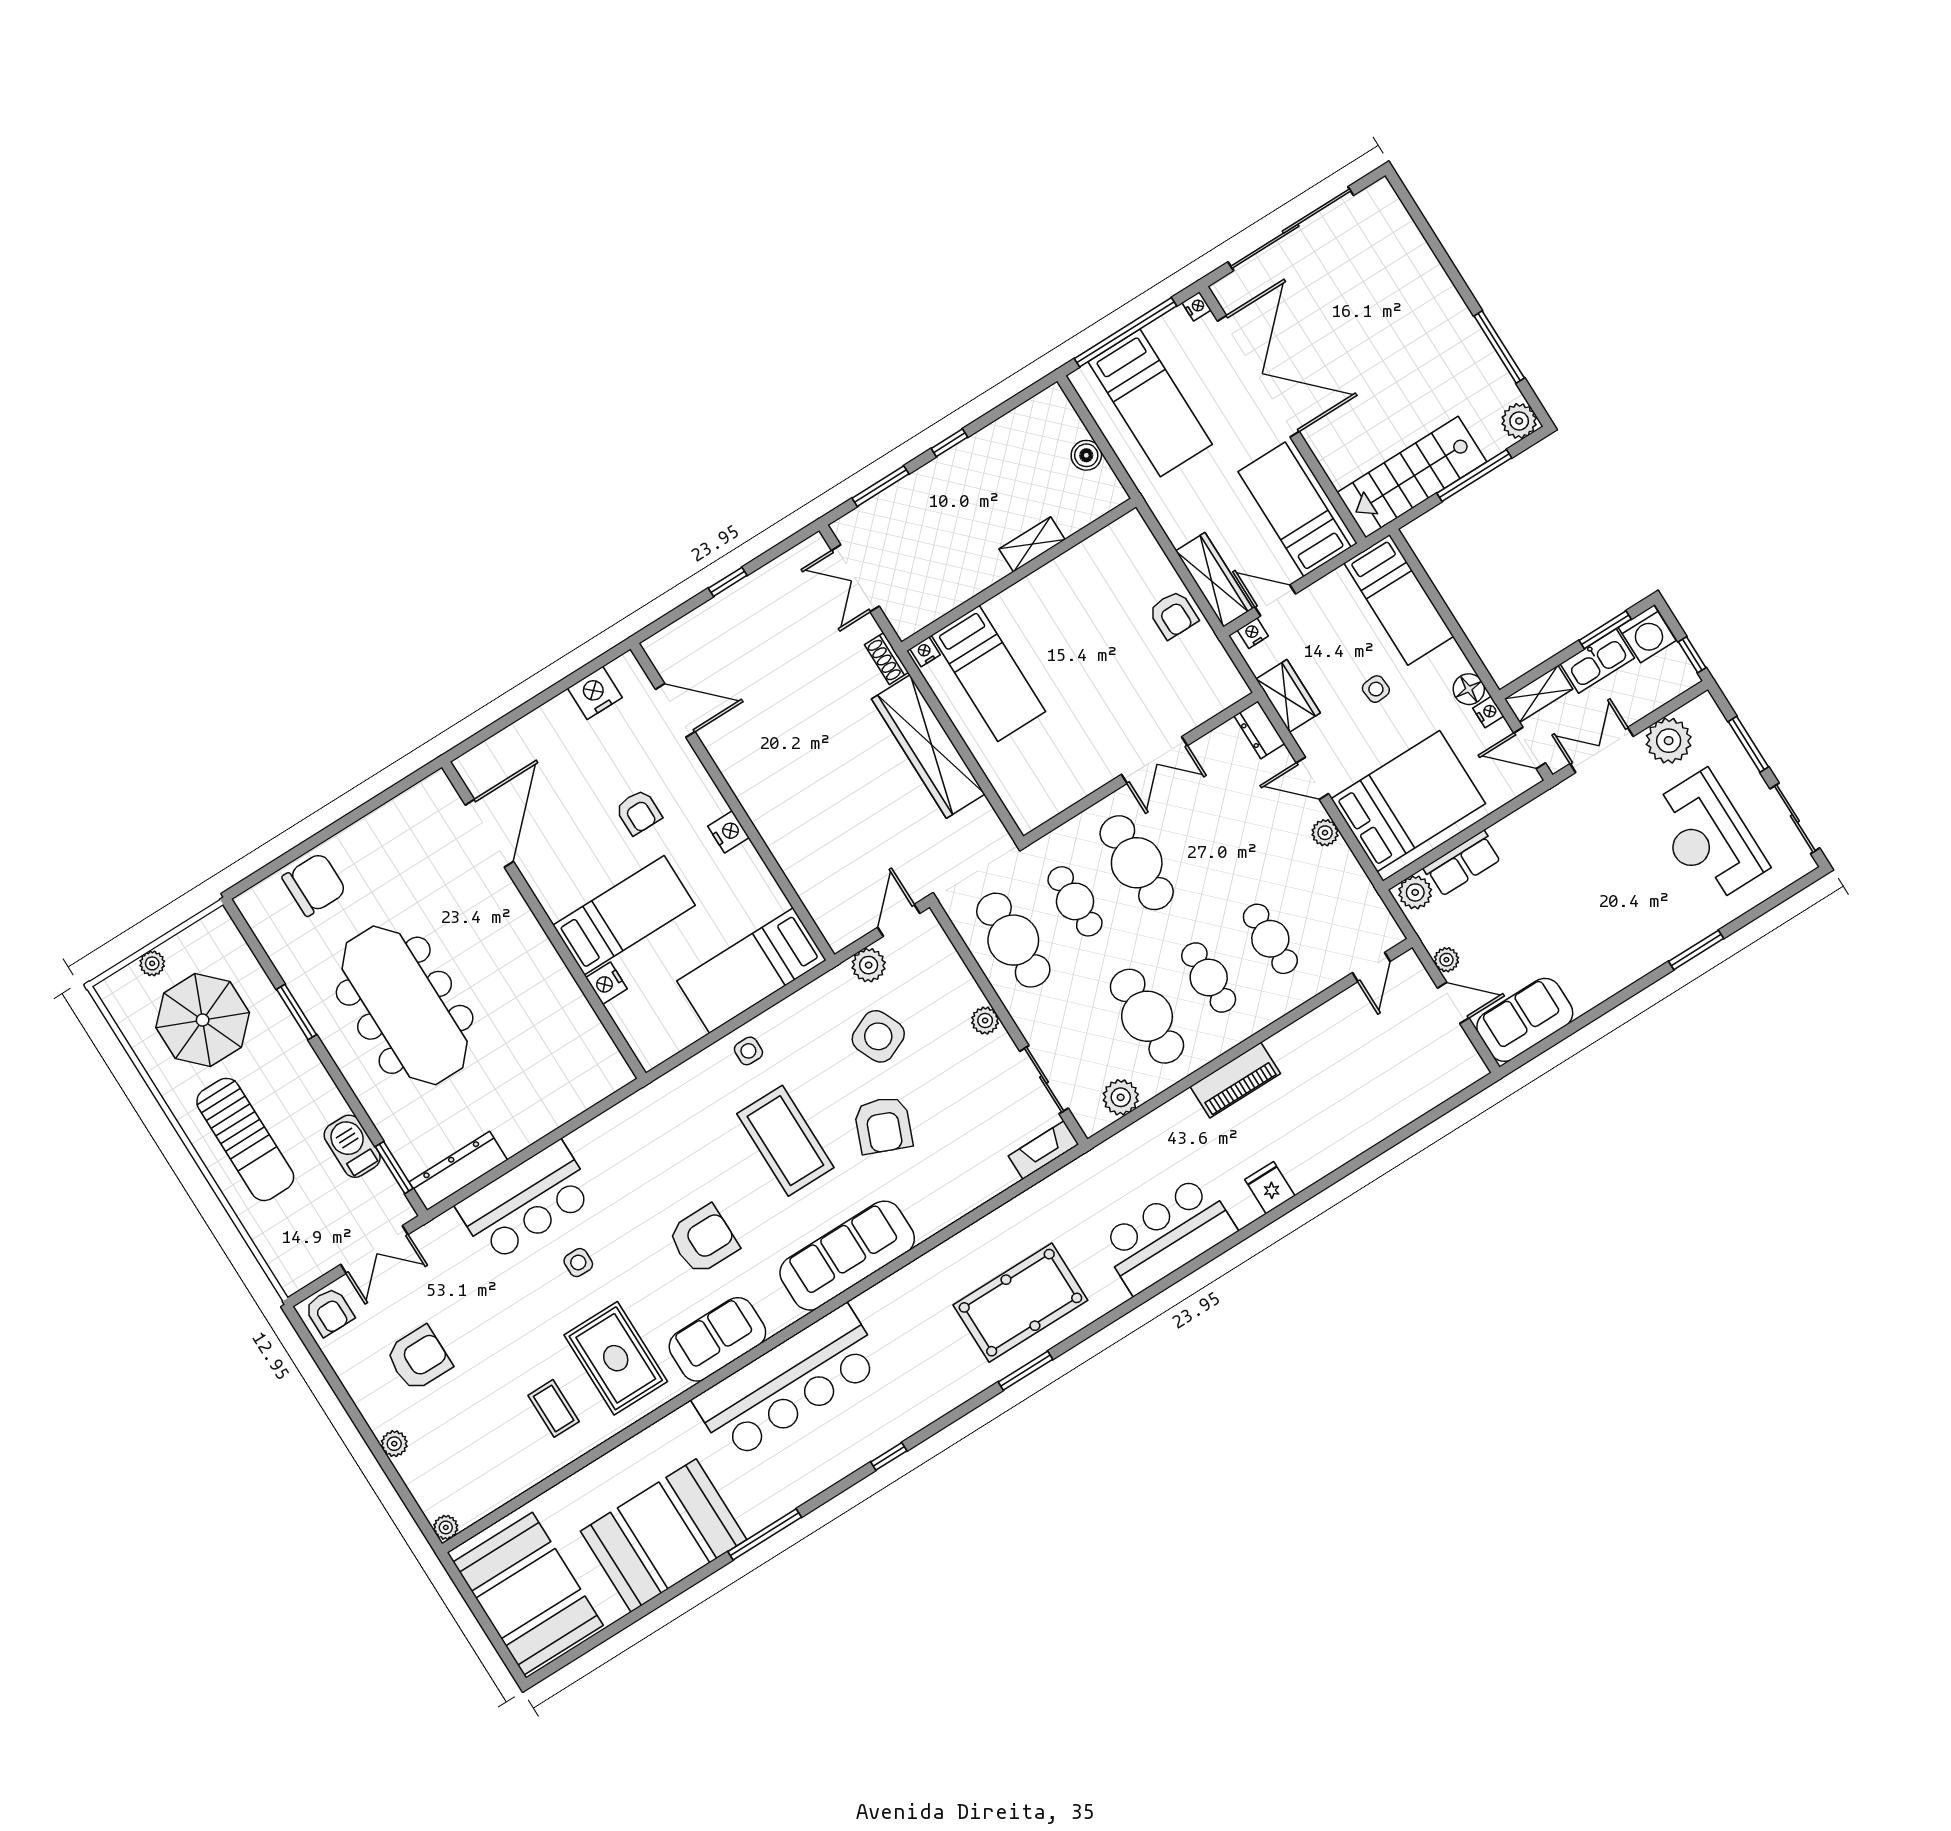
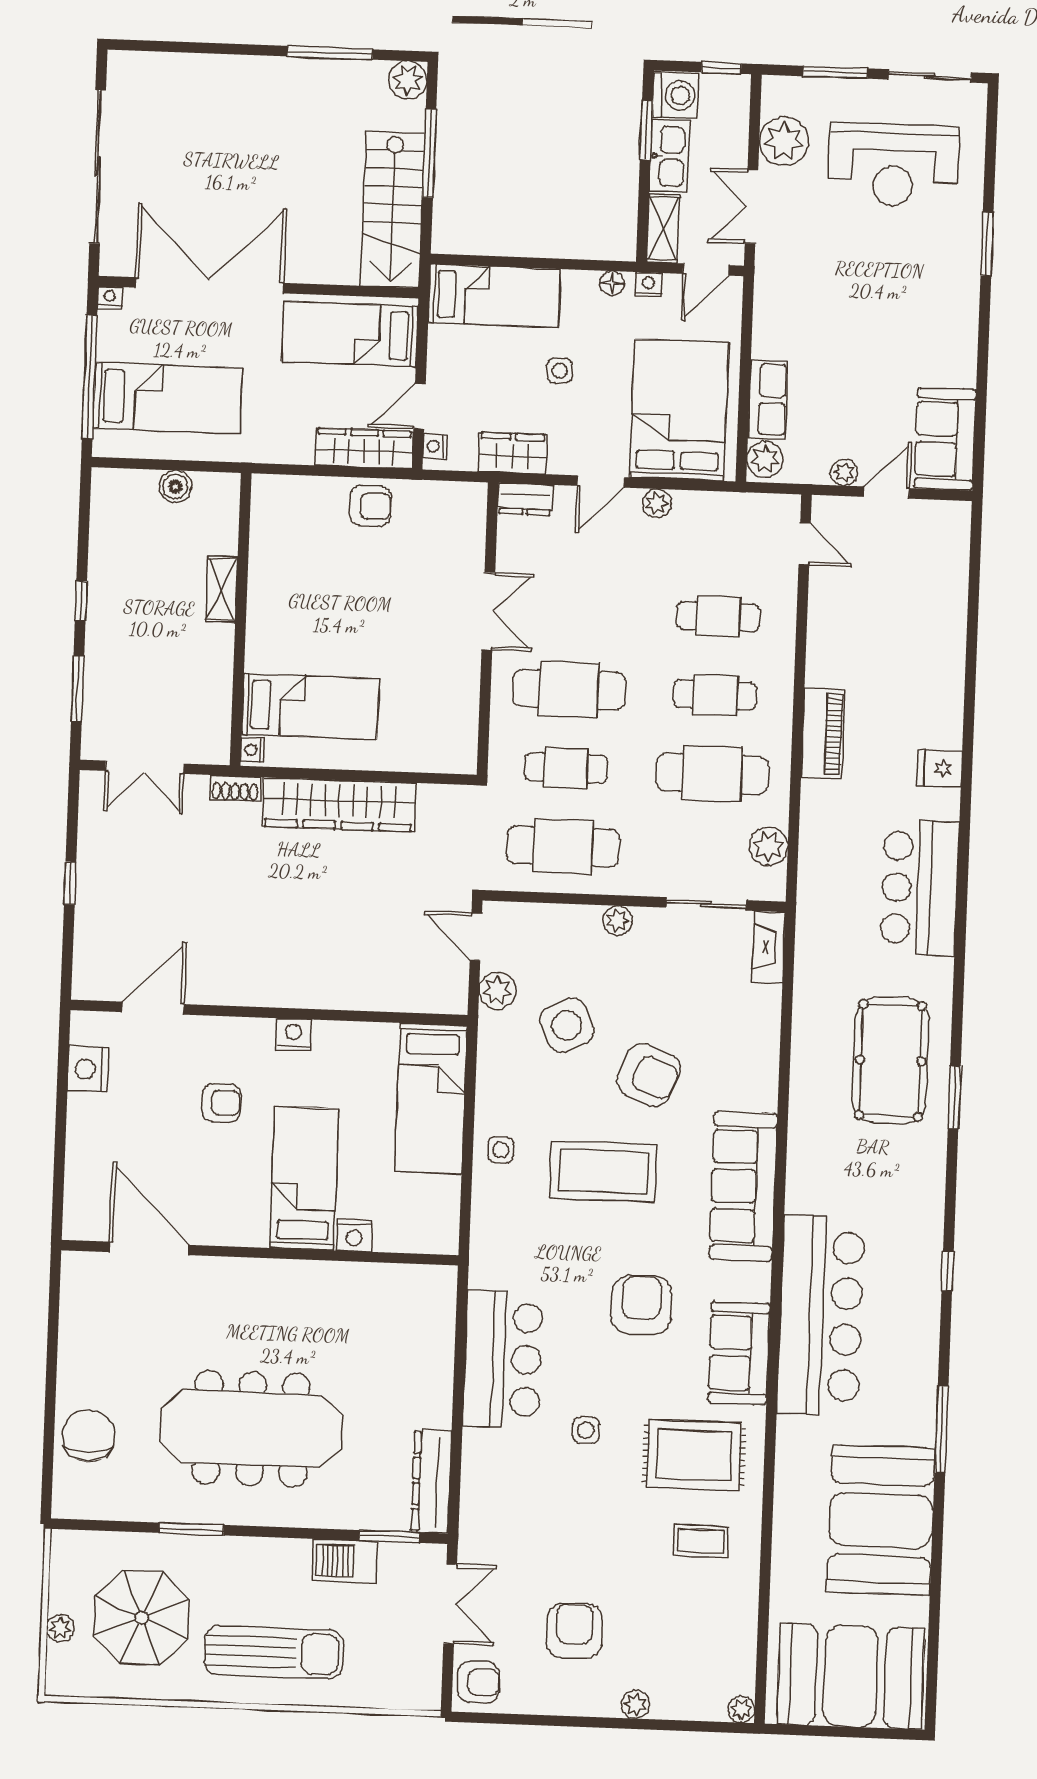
floor lamp: (1469, 689) -> (612, 283), width x0.73, depth x0.73
bar counter: (526, 1201) -> (503, 1359), moved

